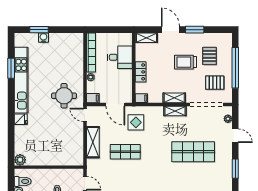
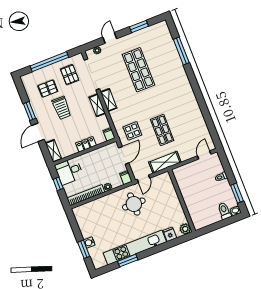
window: (113, 30) -> (58, 184), added
desk: (120, 57) -> (69, 171), moved, turned -90
plant: (20, 160) -> (185, 229), moved
wall: (49, 167) -> (182, 201), moved

